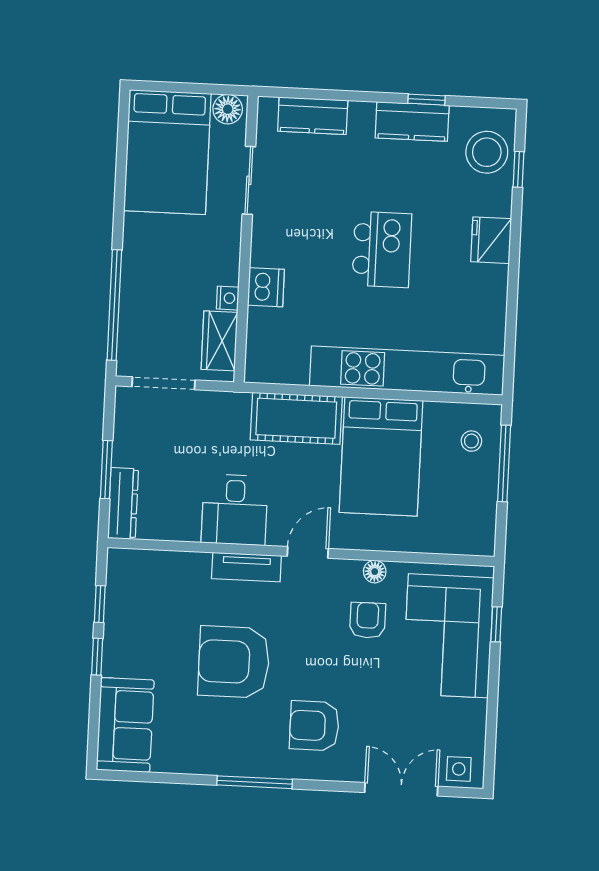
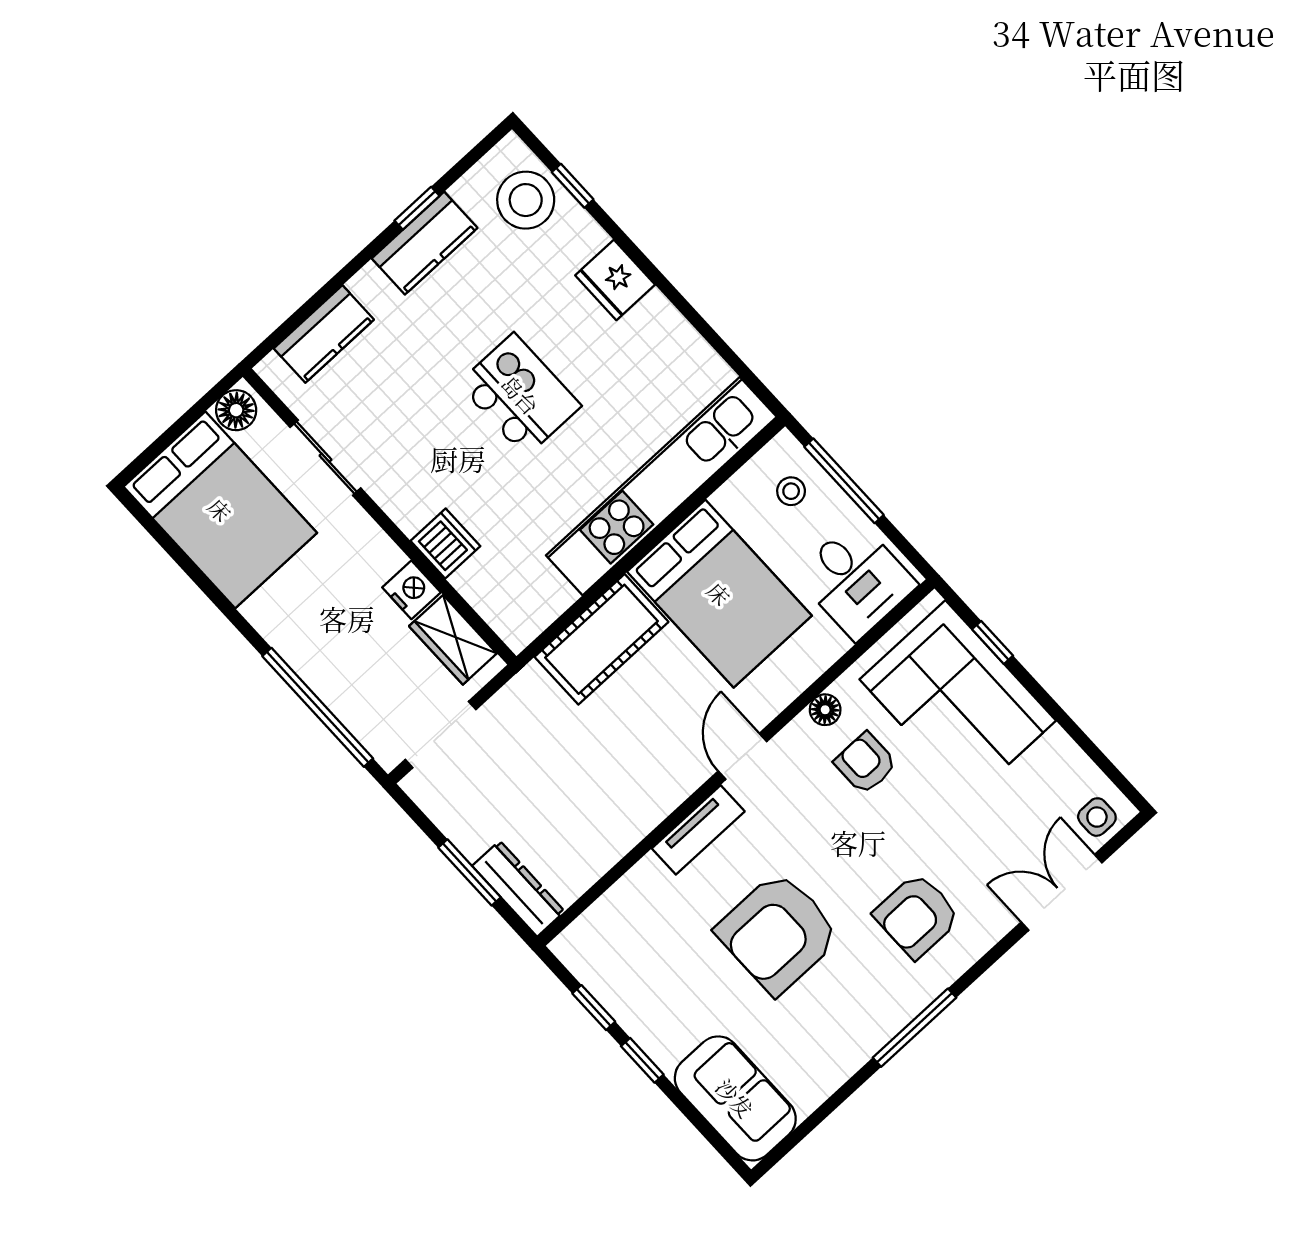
nightstand: (228, 298) -> (411, 590), width x1.39, depth x1.35
desk: (235, 510) -> (856, 580), moved

